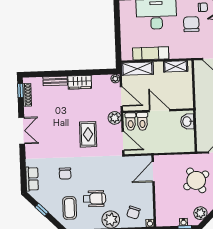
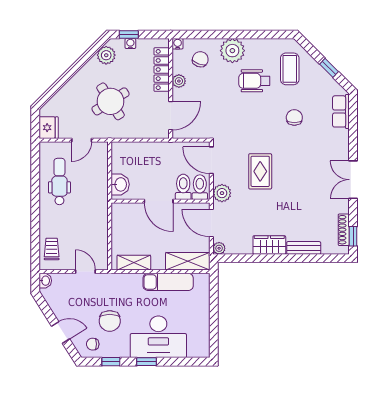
plant: (148, 197) -> (179, 81), added
locker: (161, 204) -> (162, 70), added

